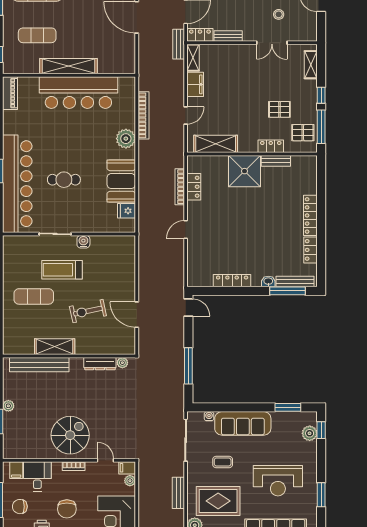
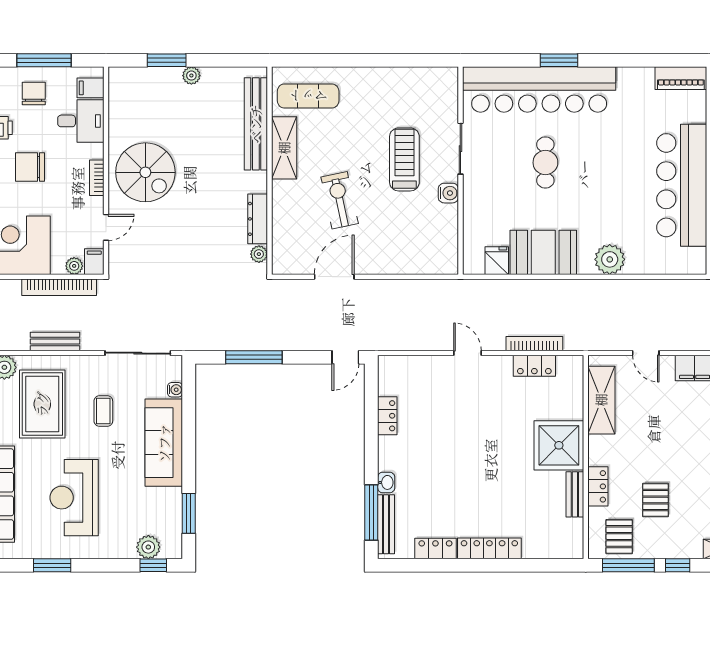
bookcase: (144, 115) -> (59, 287), moved
locker: (232, 281) -> (387, 416), width x0.66
exercise mat: (34, 296) -> (308, 96), moved, turned 90

